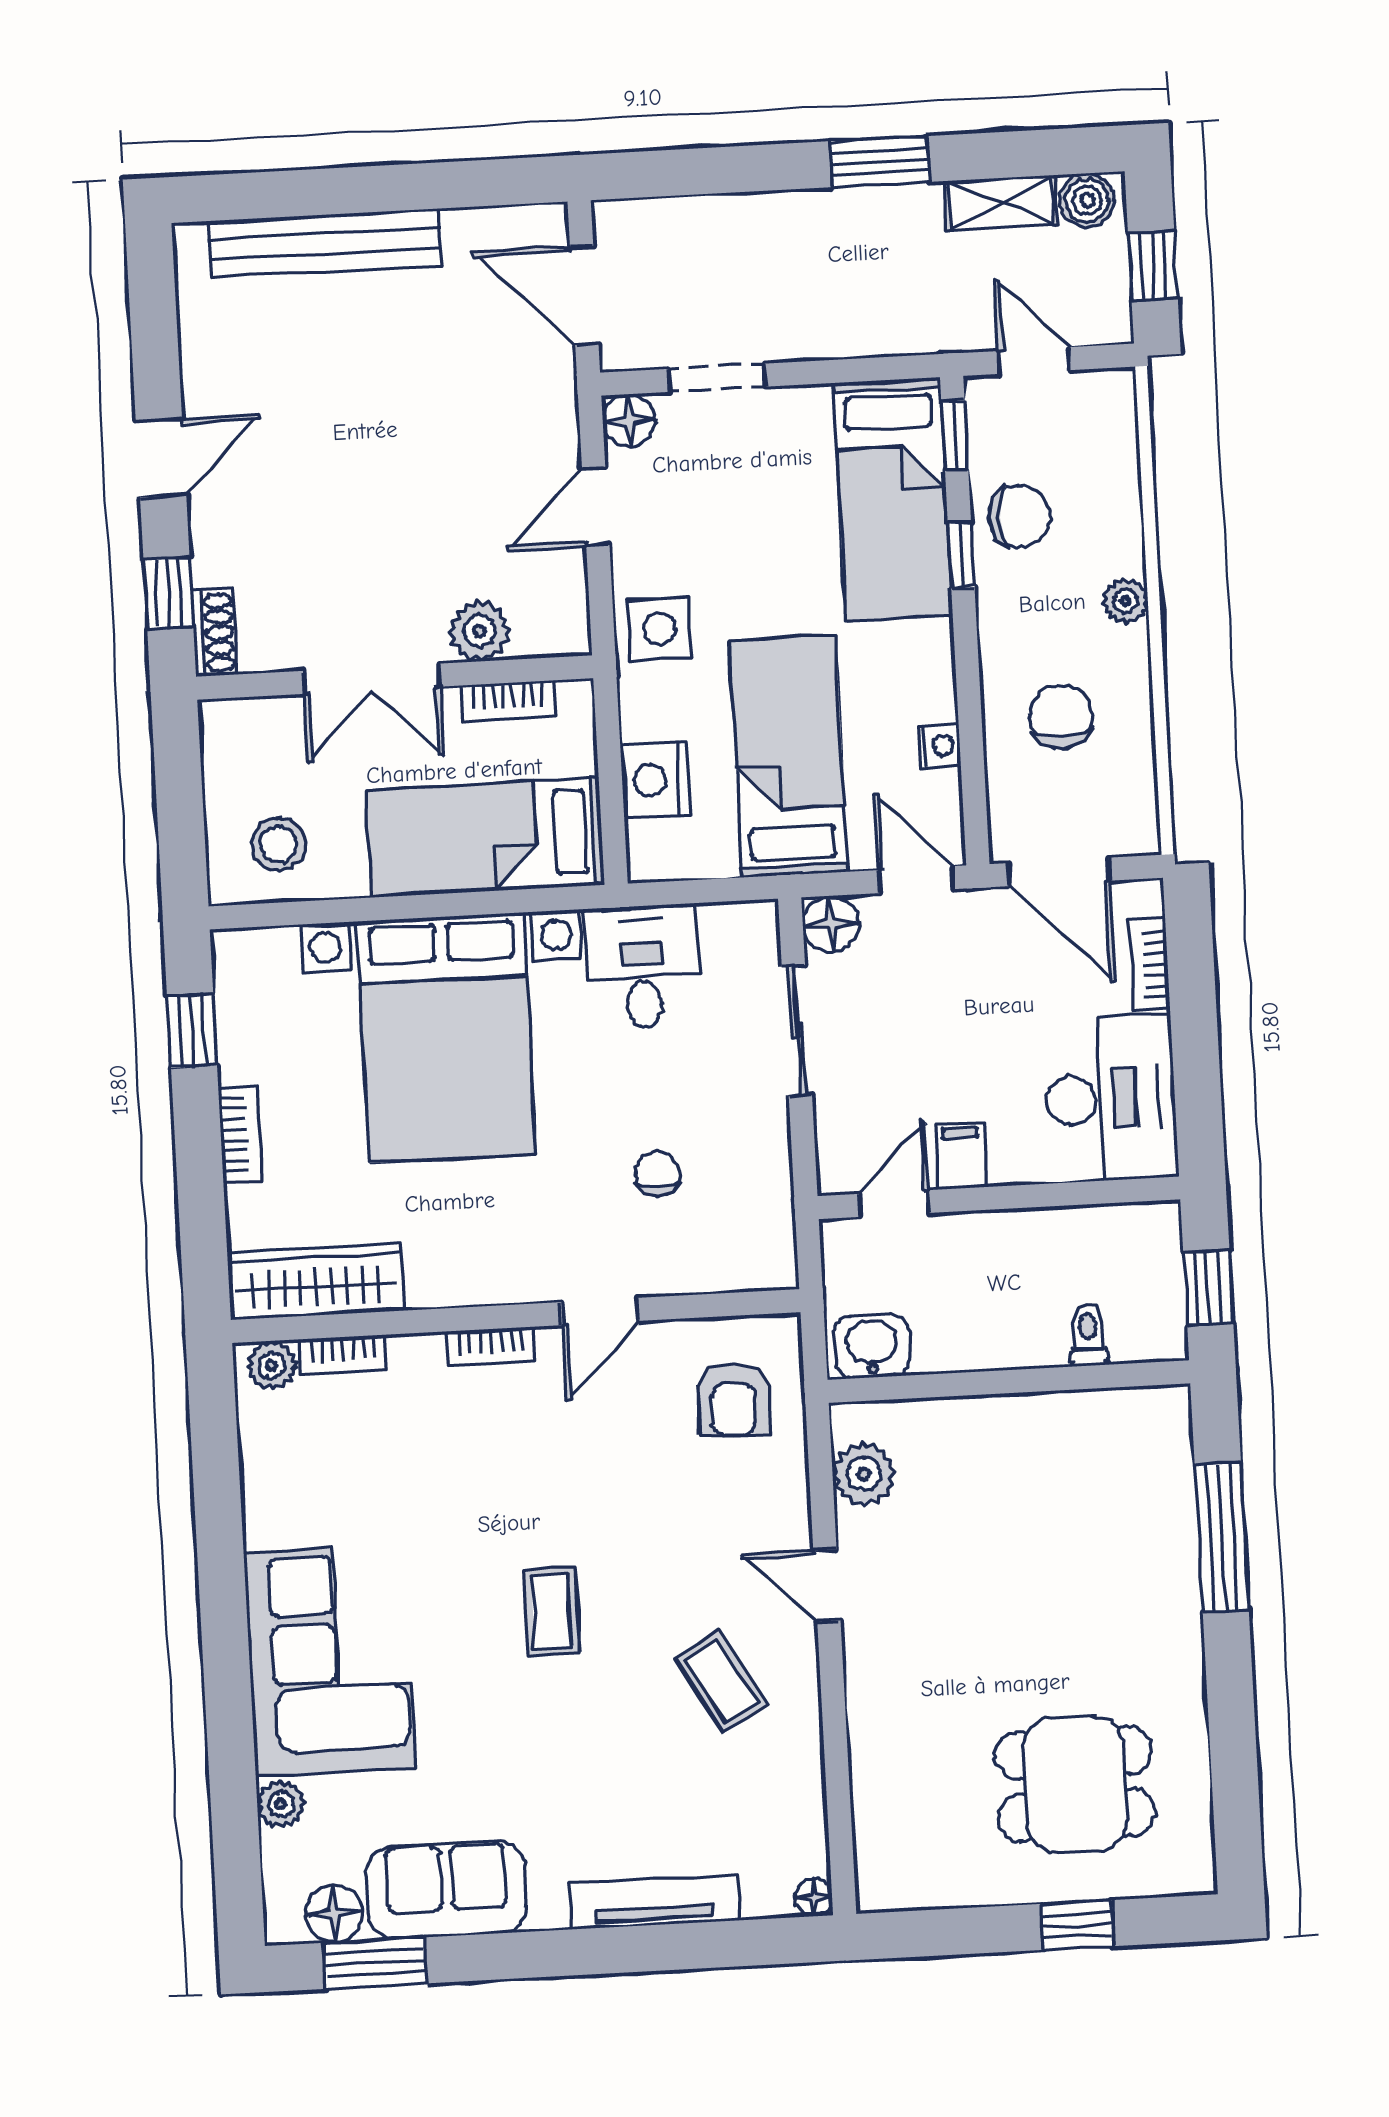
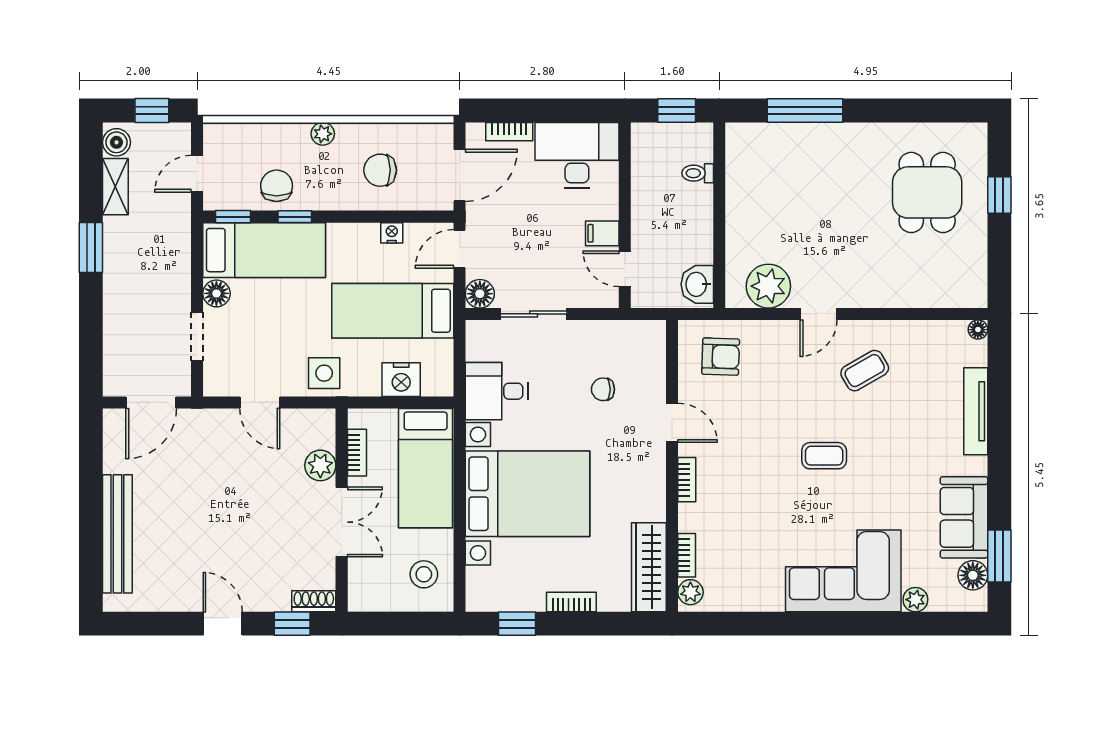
floor lamp: (629, 420) -> (216, 293), moved
plant: (864, 1474) -> (768, 286), width x1.36, depth x1.36

